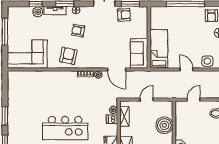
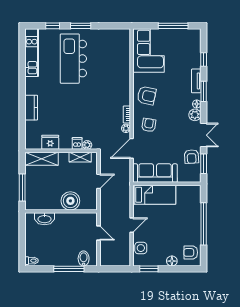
plant: (38, 12) -> (195, 115), moved
armchair: (78, 31) -> (149, 125), moved
sofa: (139, 53) -> (155, 173), width x1.36
door: (147, 100) -> (99, 181), hinge flipped
kitchen island: (65, 128) -> (73, 59), moved

